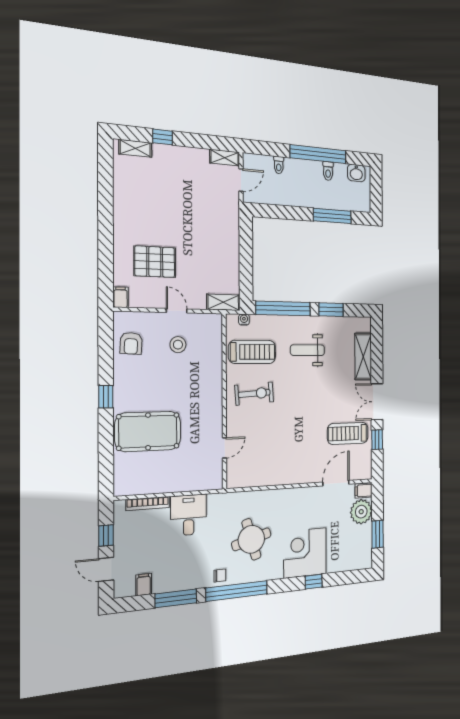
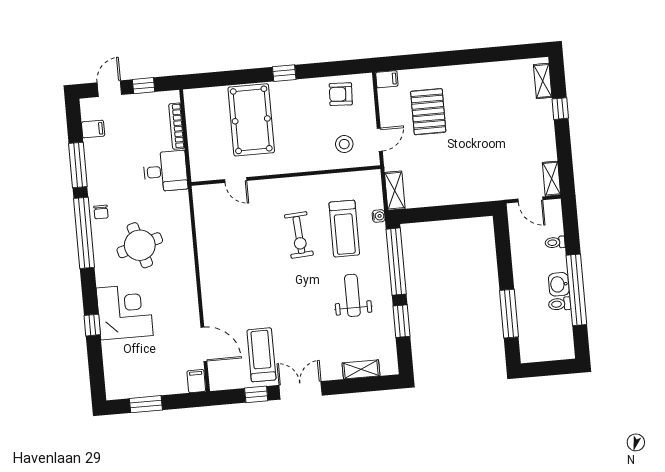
washbasin: (356, 173) -> (559, 284), moved
shelving: (363, 357) -> (361, 369), width x0.67, depth x0.75
wall: (224, 401) -> (286, 175), moved
door: (224, 448) -> (236, 180), moved
plant: (361, 512) -> (172, 380), removed

